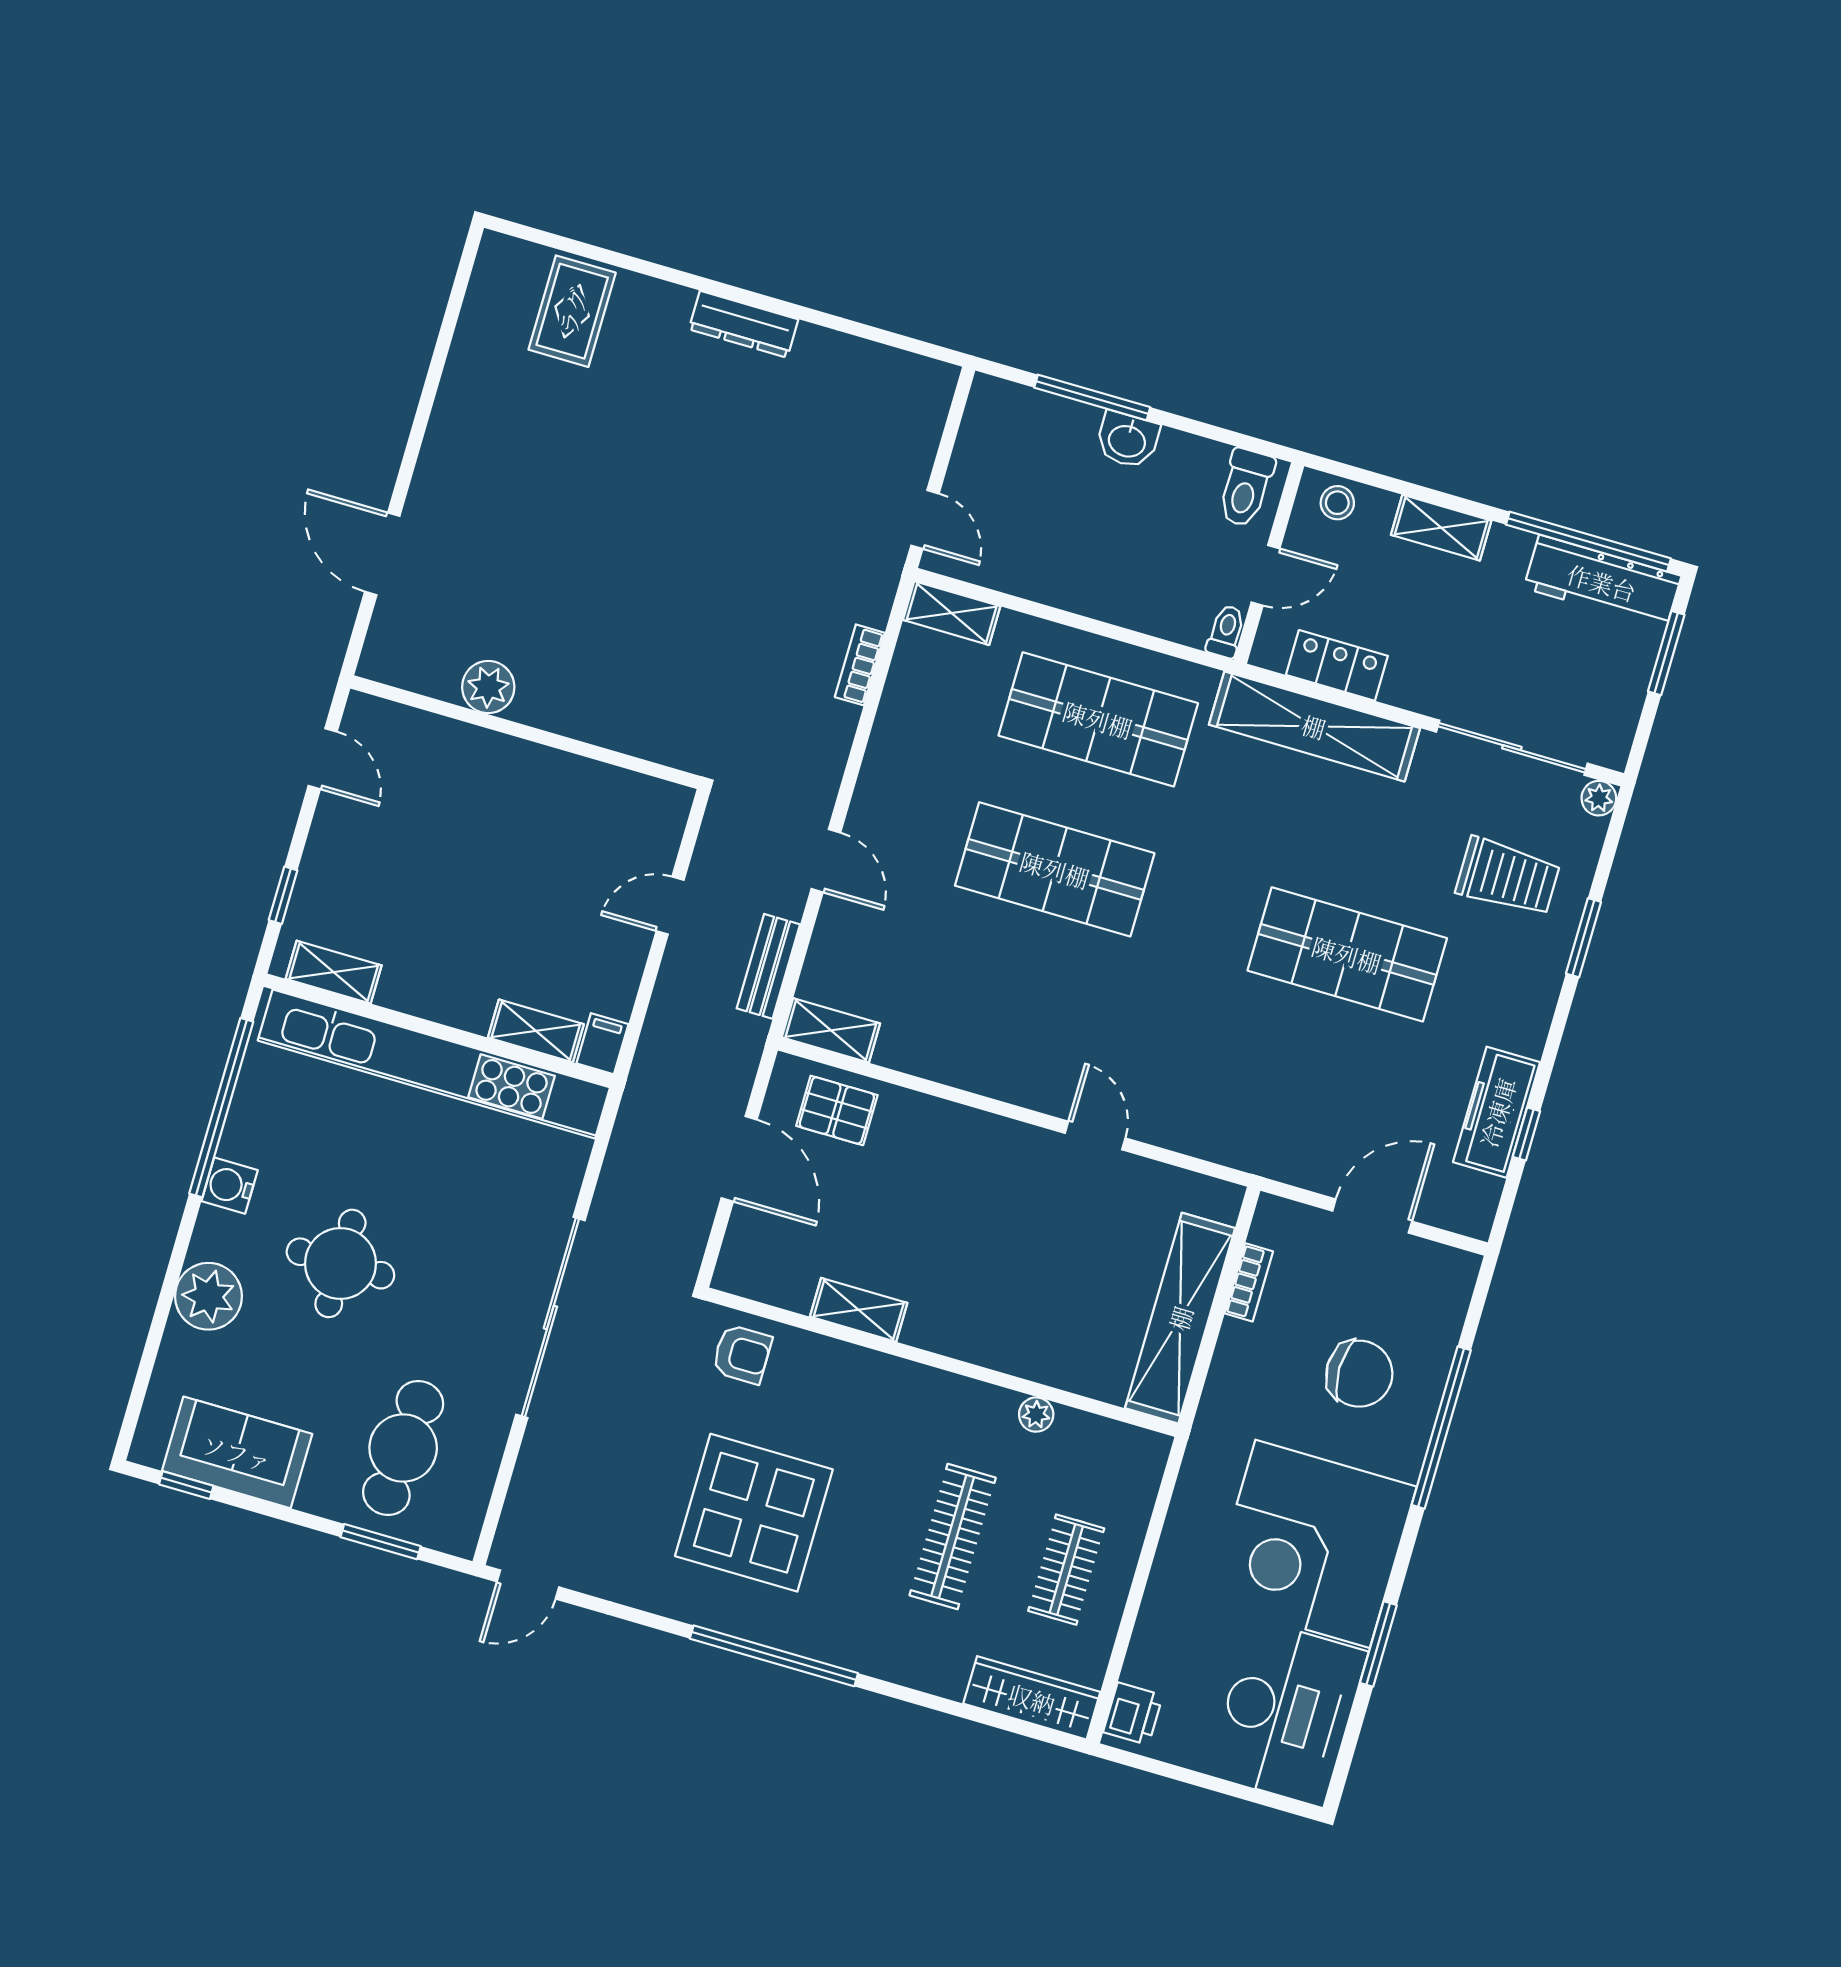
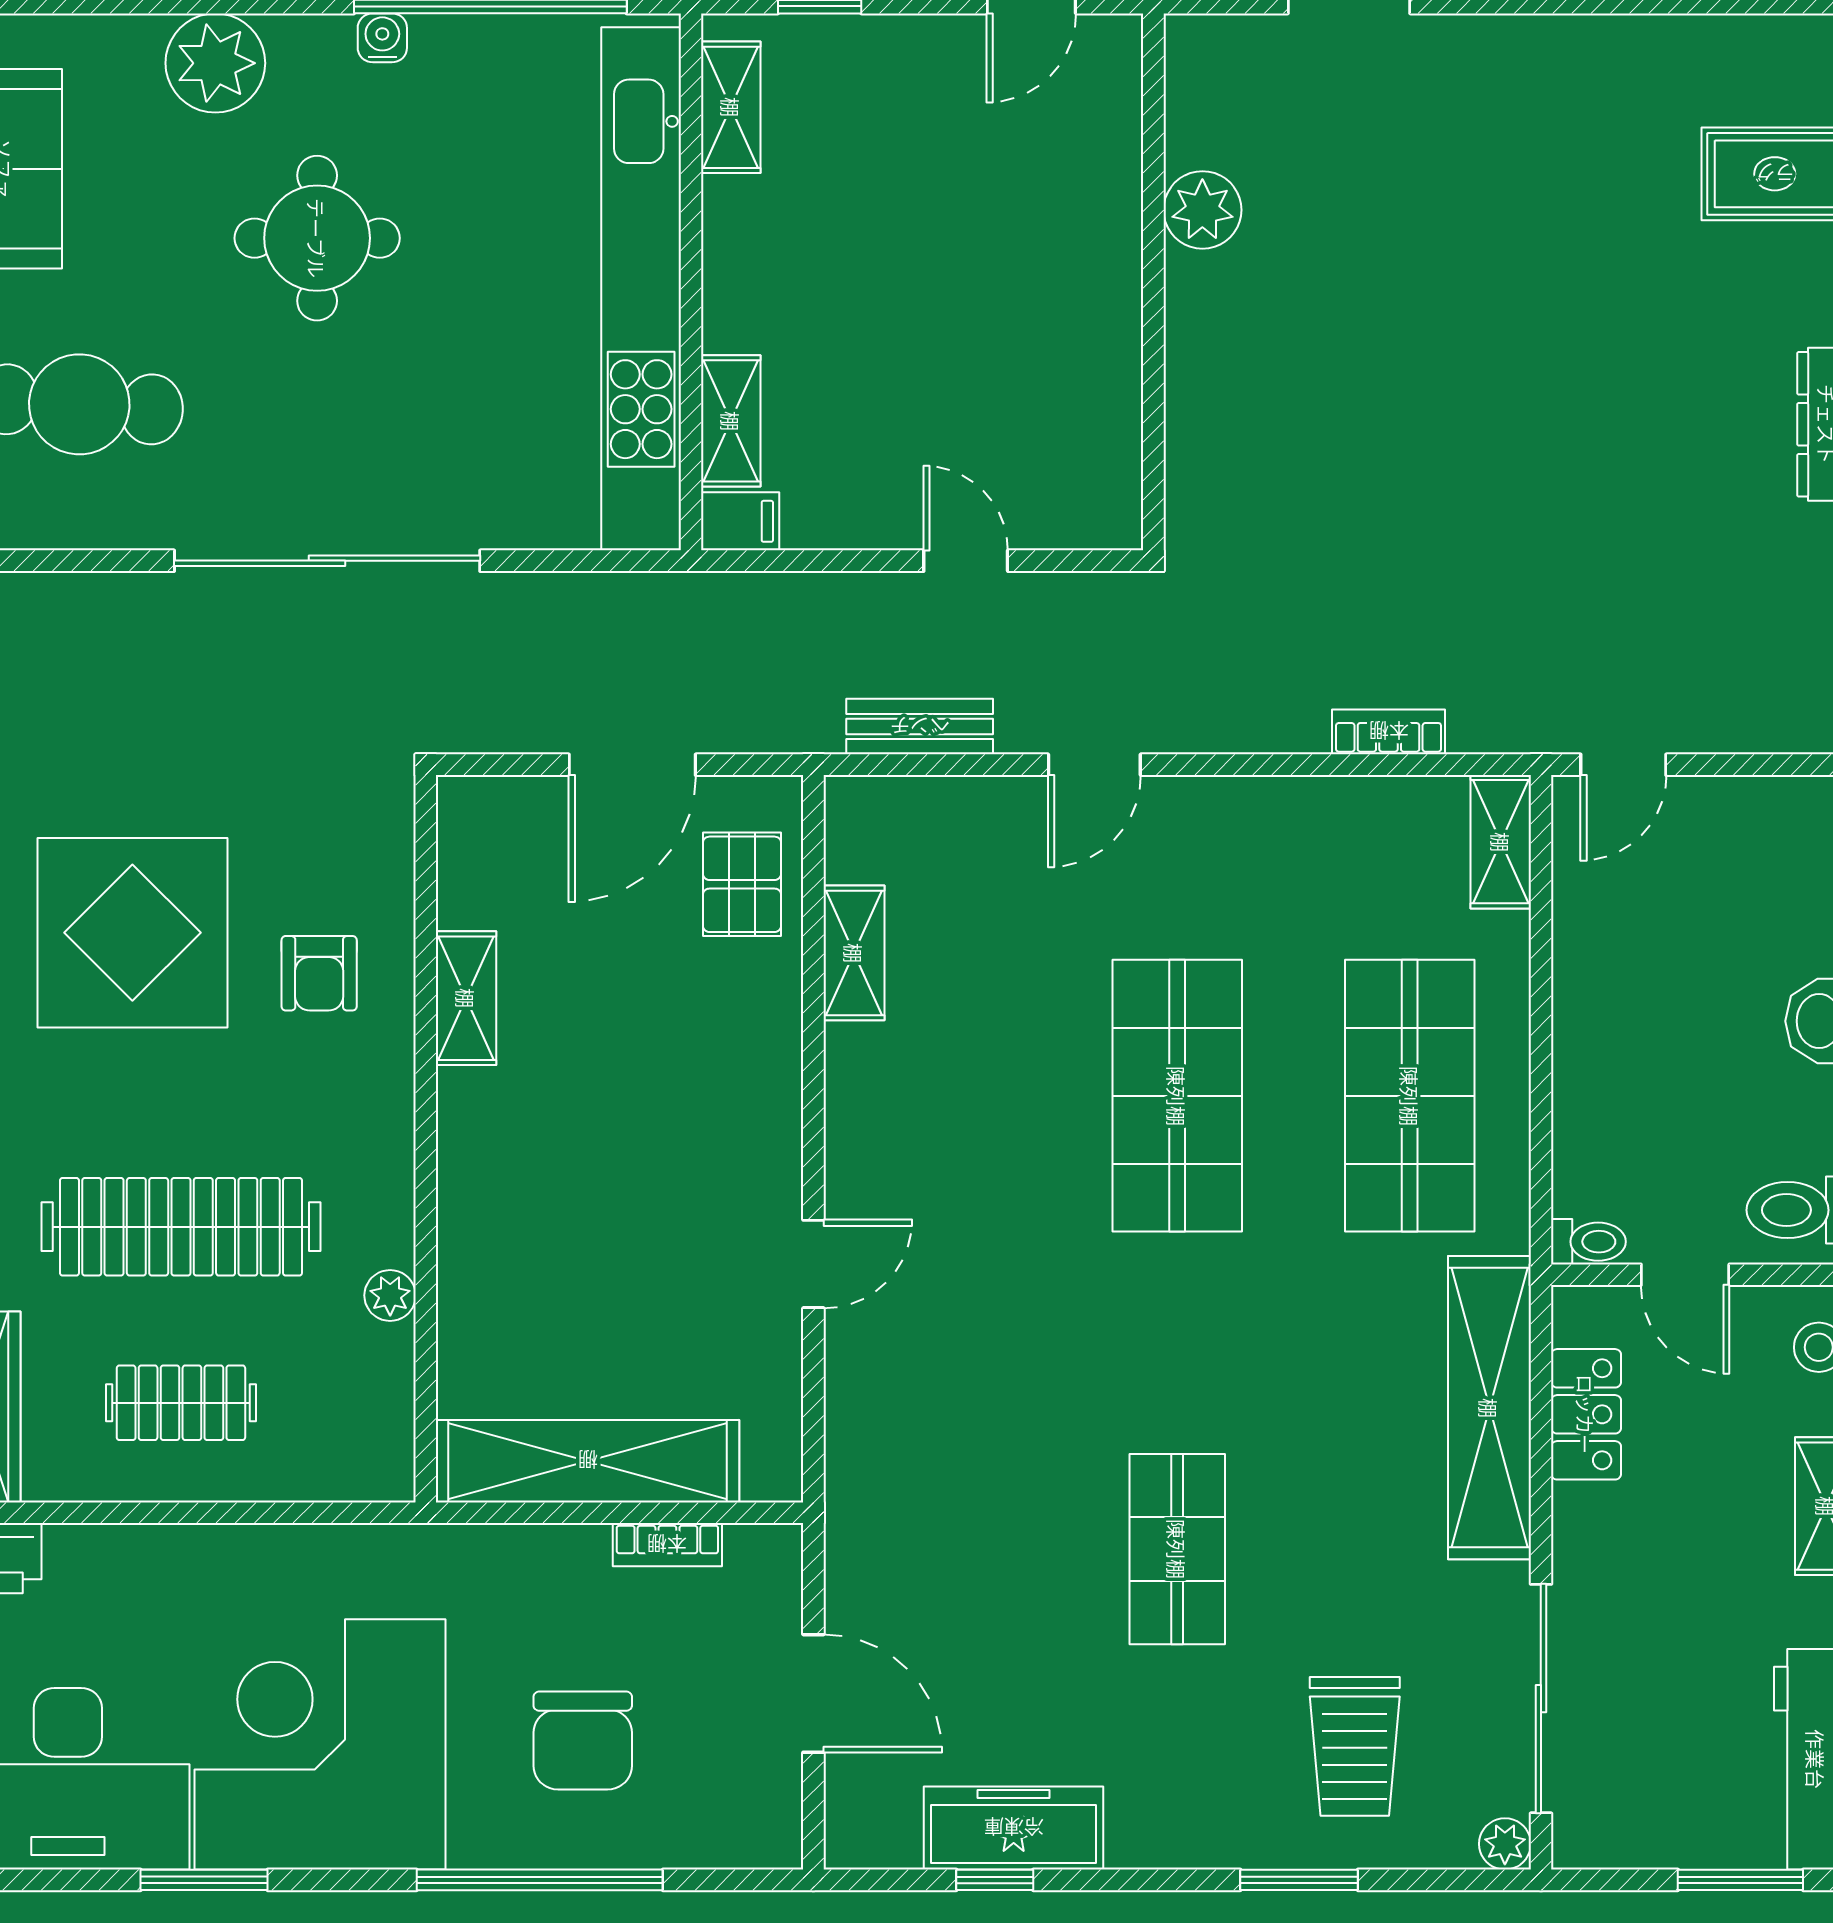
shop shelf: (1347, 954) -> (1177, 1549), width x0.70, depth x0.74
shelving: (831, 1030) -> (854, 953), moved
water cooler: (230, 1186) -> (382, 38), width x0.72, depth x0.72
armchair: (742, 1354) -> (319, 973), moved
clothes rail: (953, 1537) -> (181, 1227), width x1.37, depth x1.31

